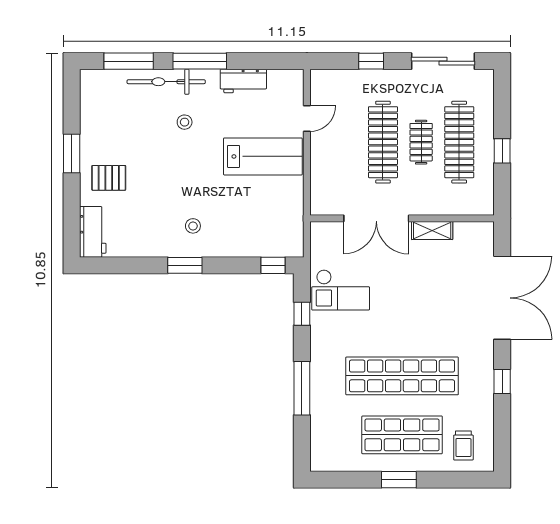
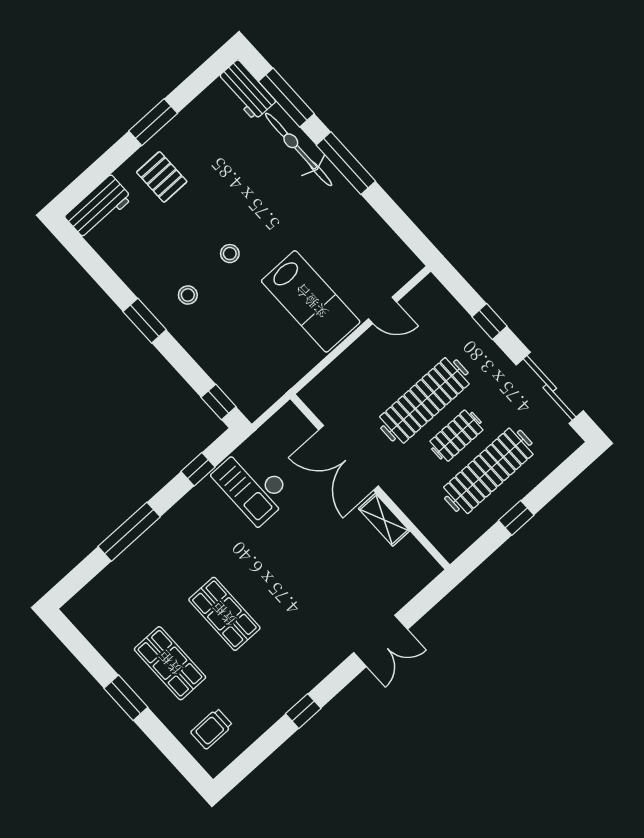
workbench: (243, 81) -> (246, 90), moved
stool: (185, 122) -> (230, 254), moved
double door: (502, 298) -> (381, 641), width x0.54
shop shelf: (402, 376) -> (224, 614), width x0.50, depth x0.74
shop shelf: (402, 435) -> (170, 663), width x0.70, depth x0.74

